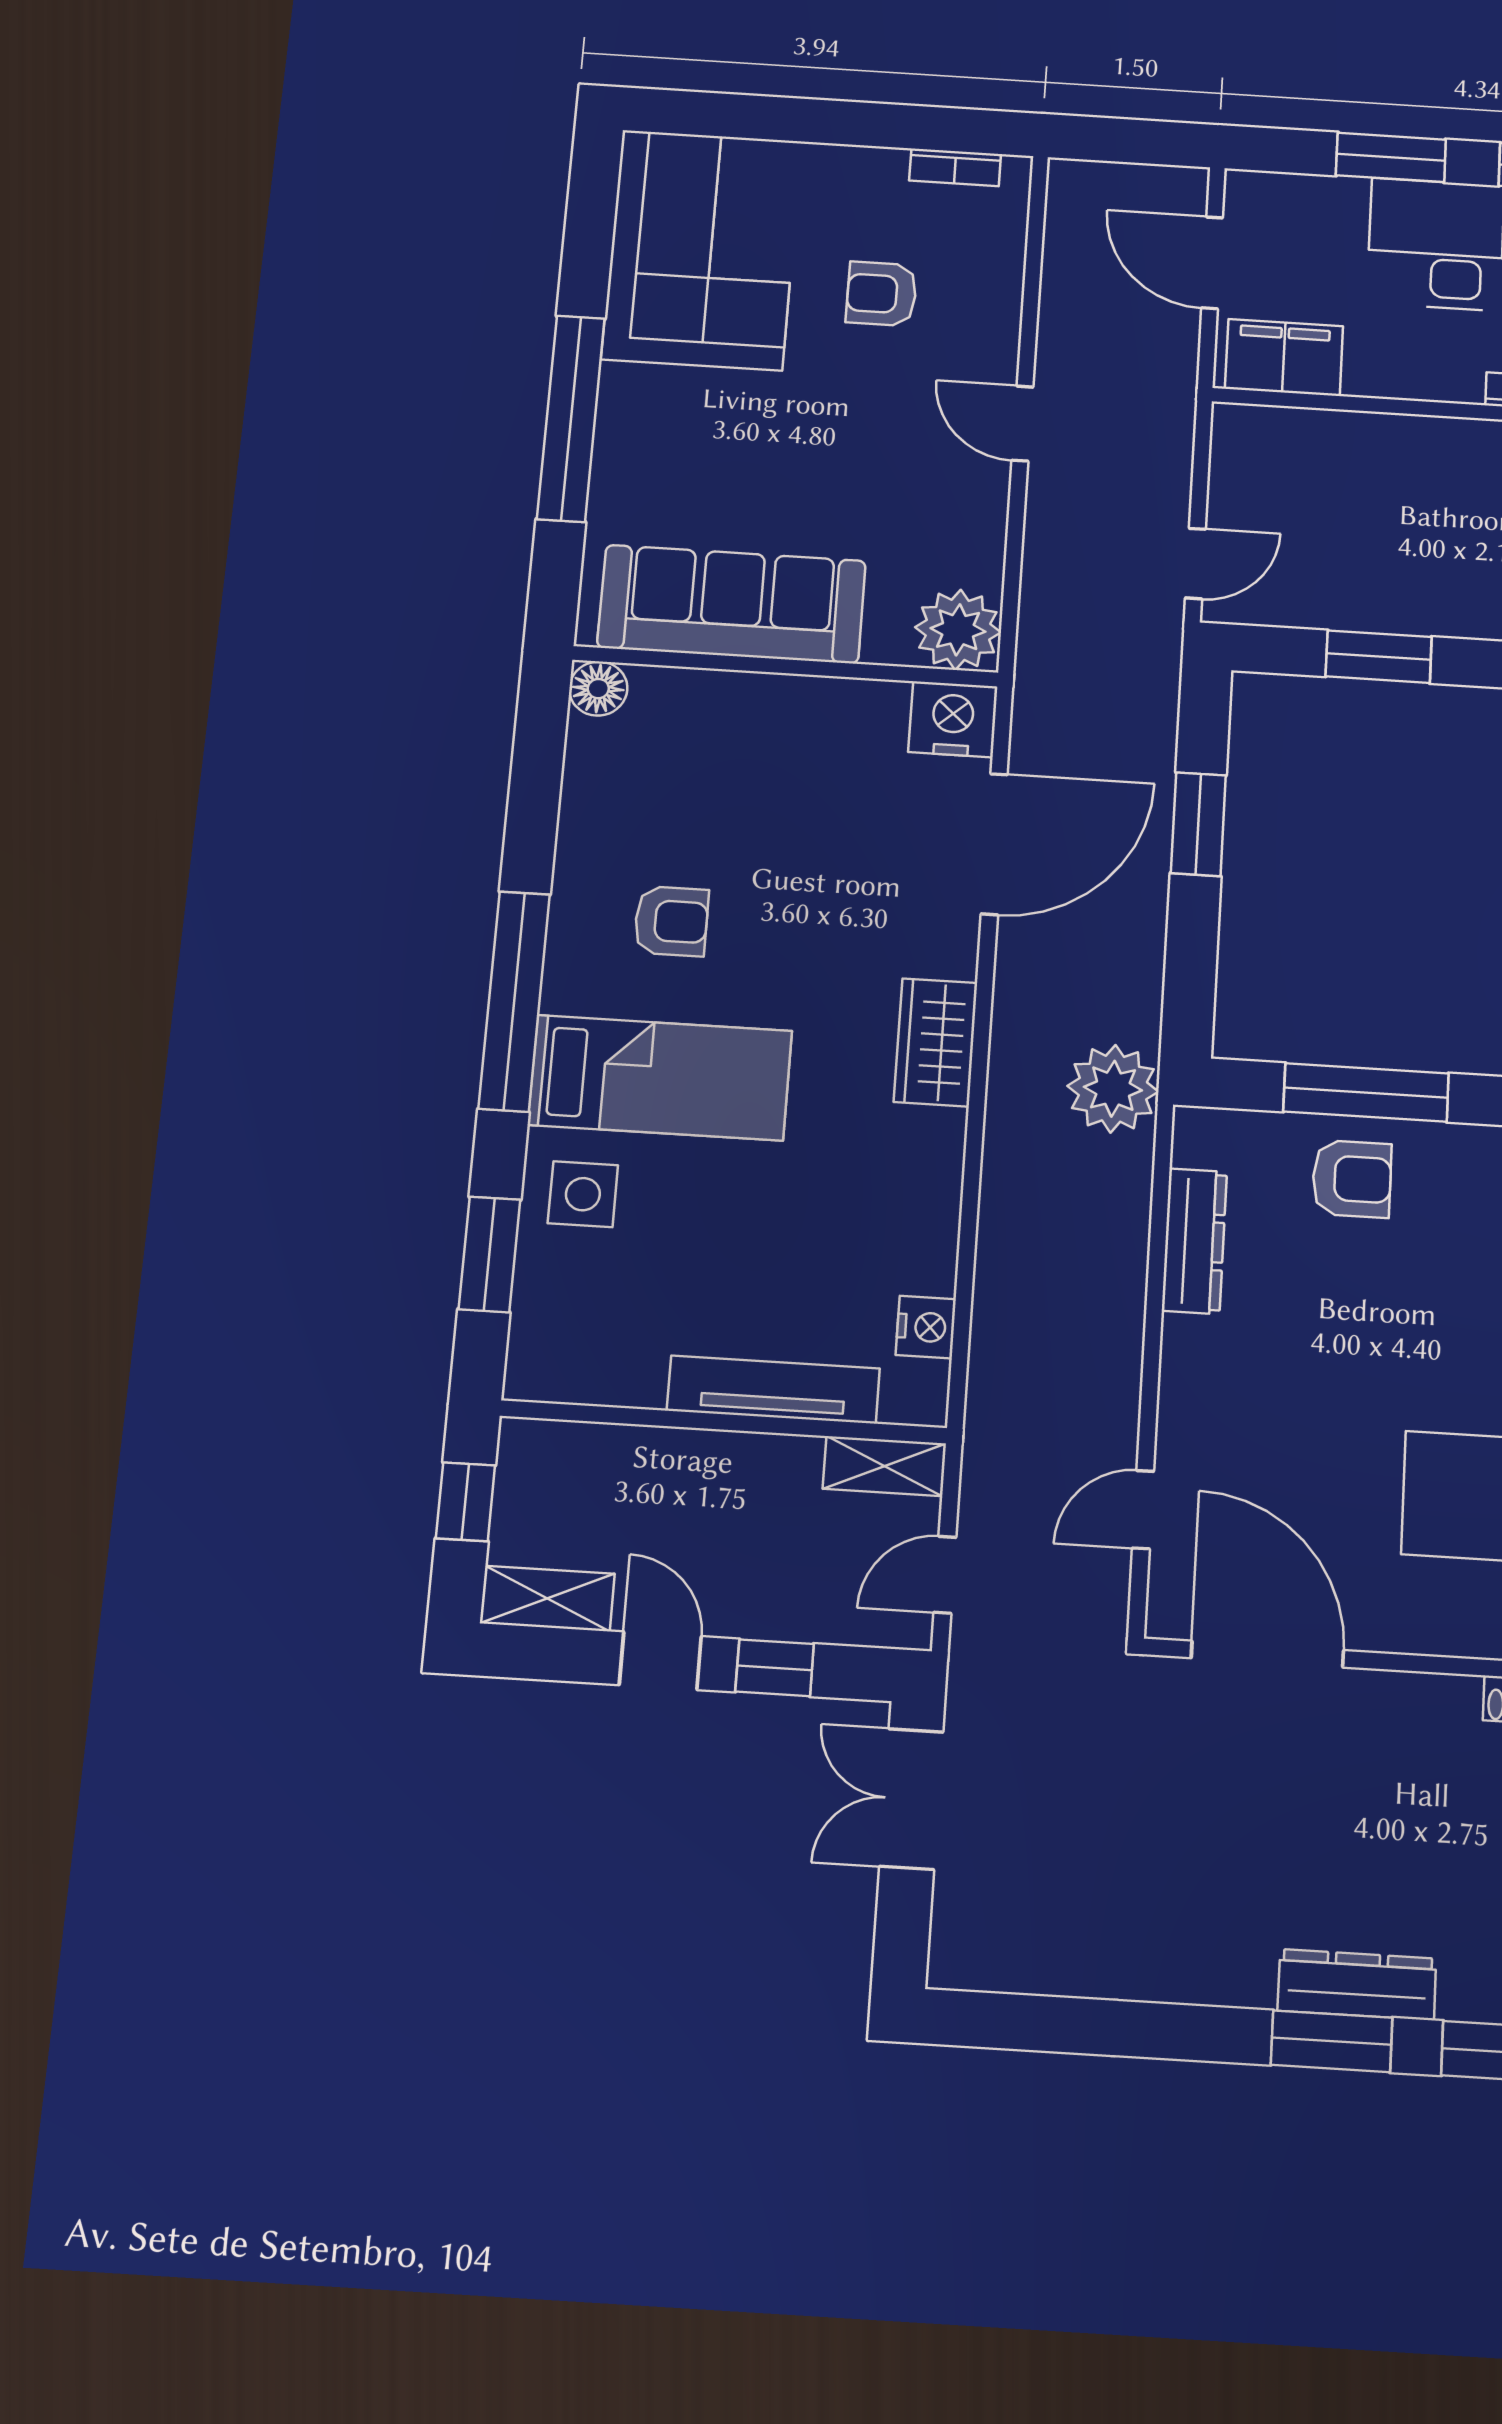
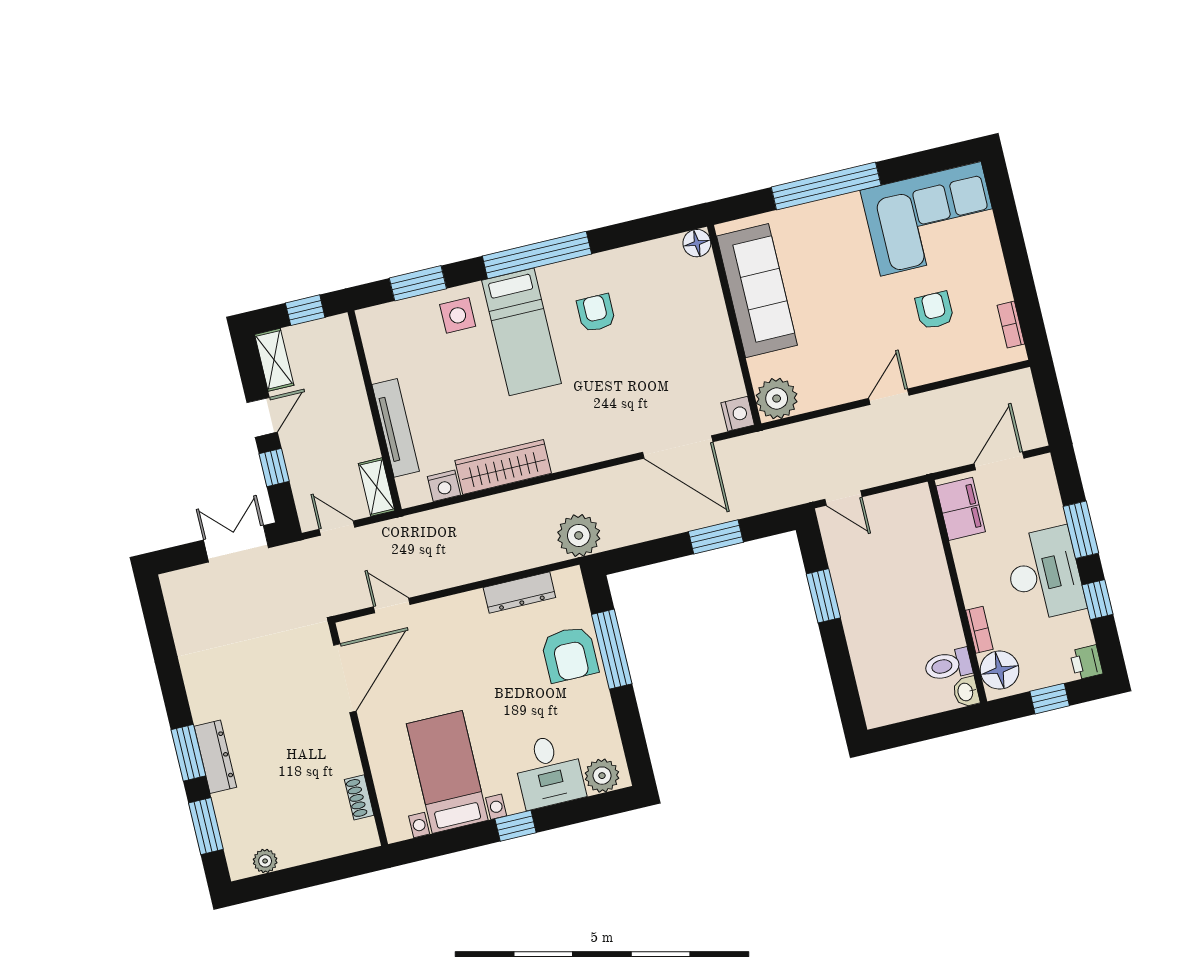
nightstand: (953, 719) -> (738, 414), width x0.74, depth x0.75
armchair: (671, 921) -> (596, 313), turned 180
wardrobe: (936, 1042) -> (503, 467), moved, width x1.50
armchair: (1352, 1179) -> (570, 654), width x1.38, depth x1.38

